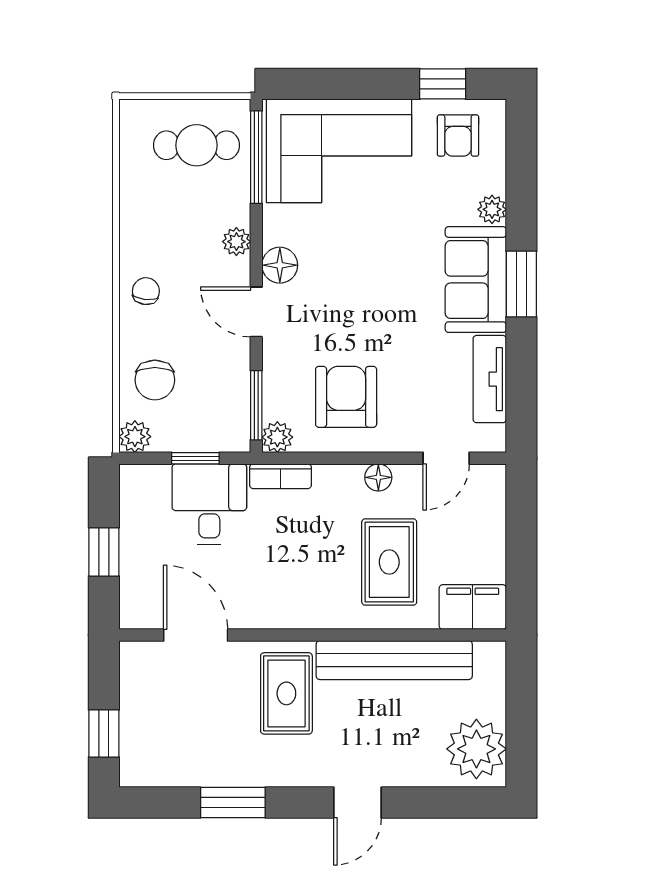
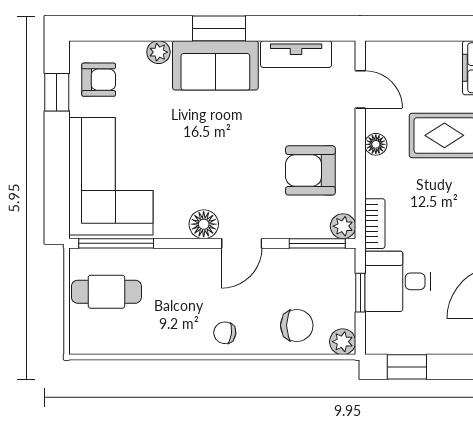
cafe table: (196, 145) -> (106, 292), turned 90
plant: (236, 242) -> (185, 259), removed
window: (104, 552) -> (407, 367), moved

